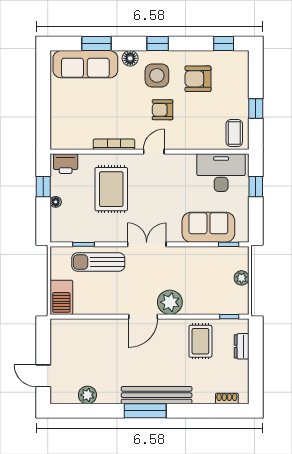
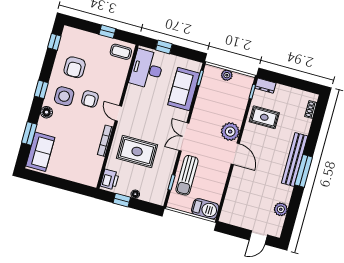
sofa: (85, 64) -> (40, 152), width x0.73
dresser: (242, 346) -> (265, 86), moved

